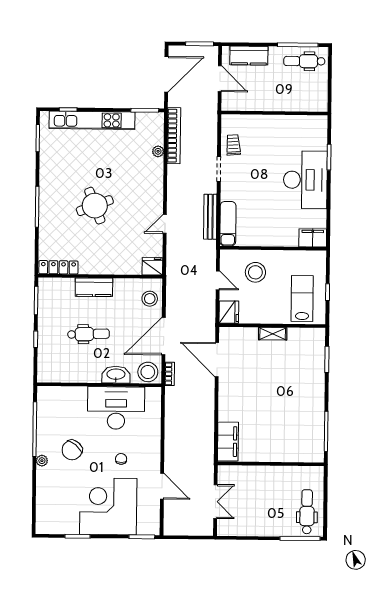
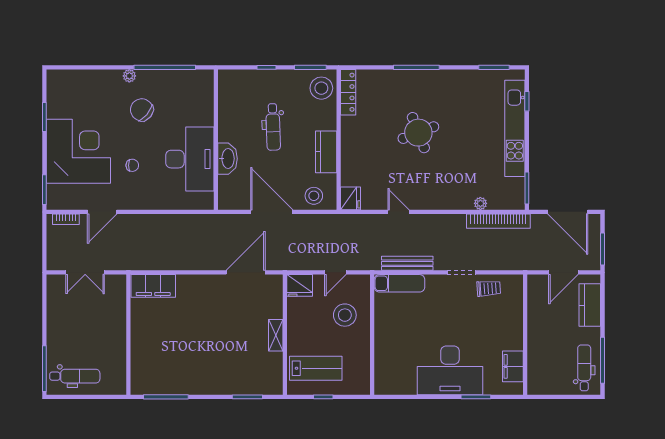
filing cabinet: (313, 238) -> (513, 366), moved, turned 180
kitchen counter: (94, 287) -> (326, 152), moved
stool: (148, 372) -> (321, 88), moved
bookcase: (170, 374) -> (66, 219), moved

